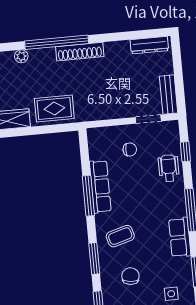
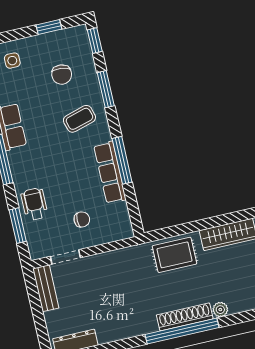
shoe rack: (80, 52) -> (185, 317), moved
chair: (130, 149) -> (82, 219), turned 180
window: (185, 152) -> (18, 226), width x1.50
wheelchair: (169, 168) -> (34, 204), turned 180

